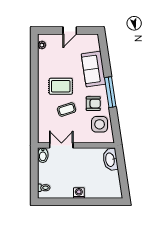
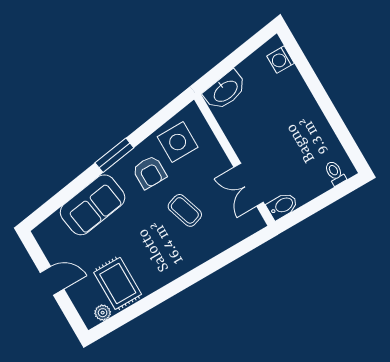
rug: (61, 86) -> (118, 283), moved
window: (110, 92) -> (114, 155), width x0.69
armchair: (93, 104) -> (149, 172), turned 180
washing machine: (79, 193) -> (280, 60), moved

